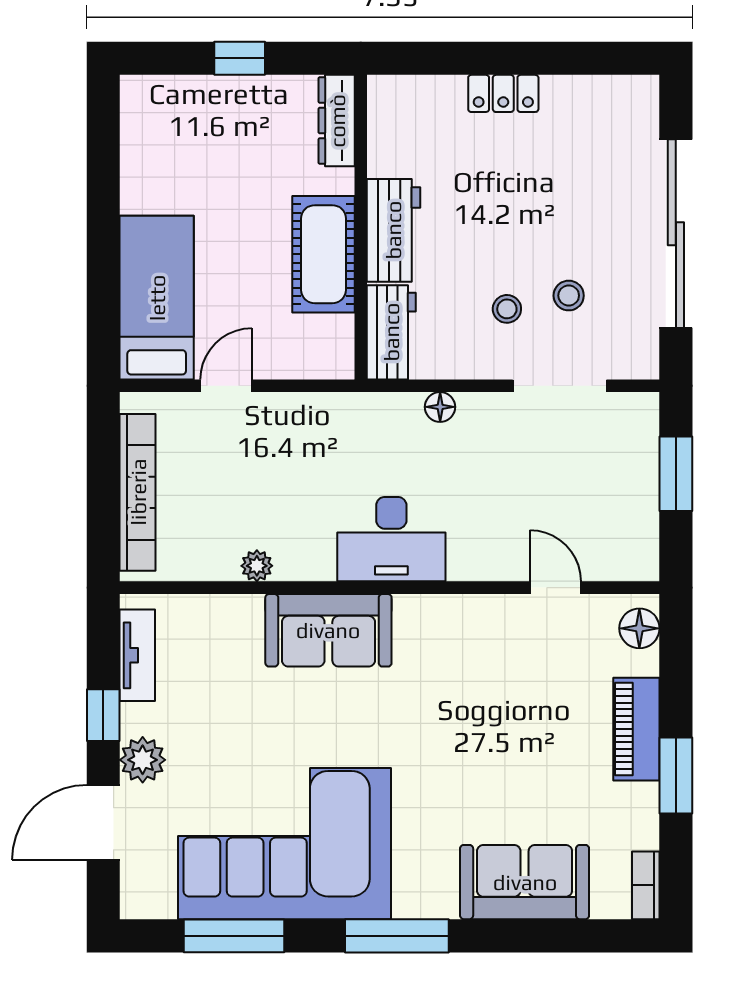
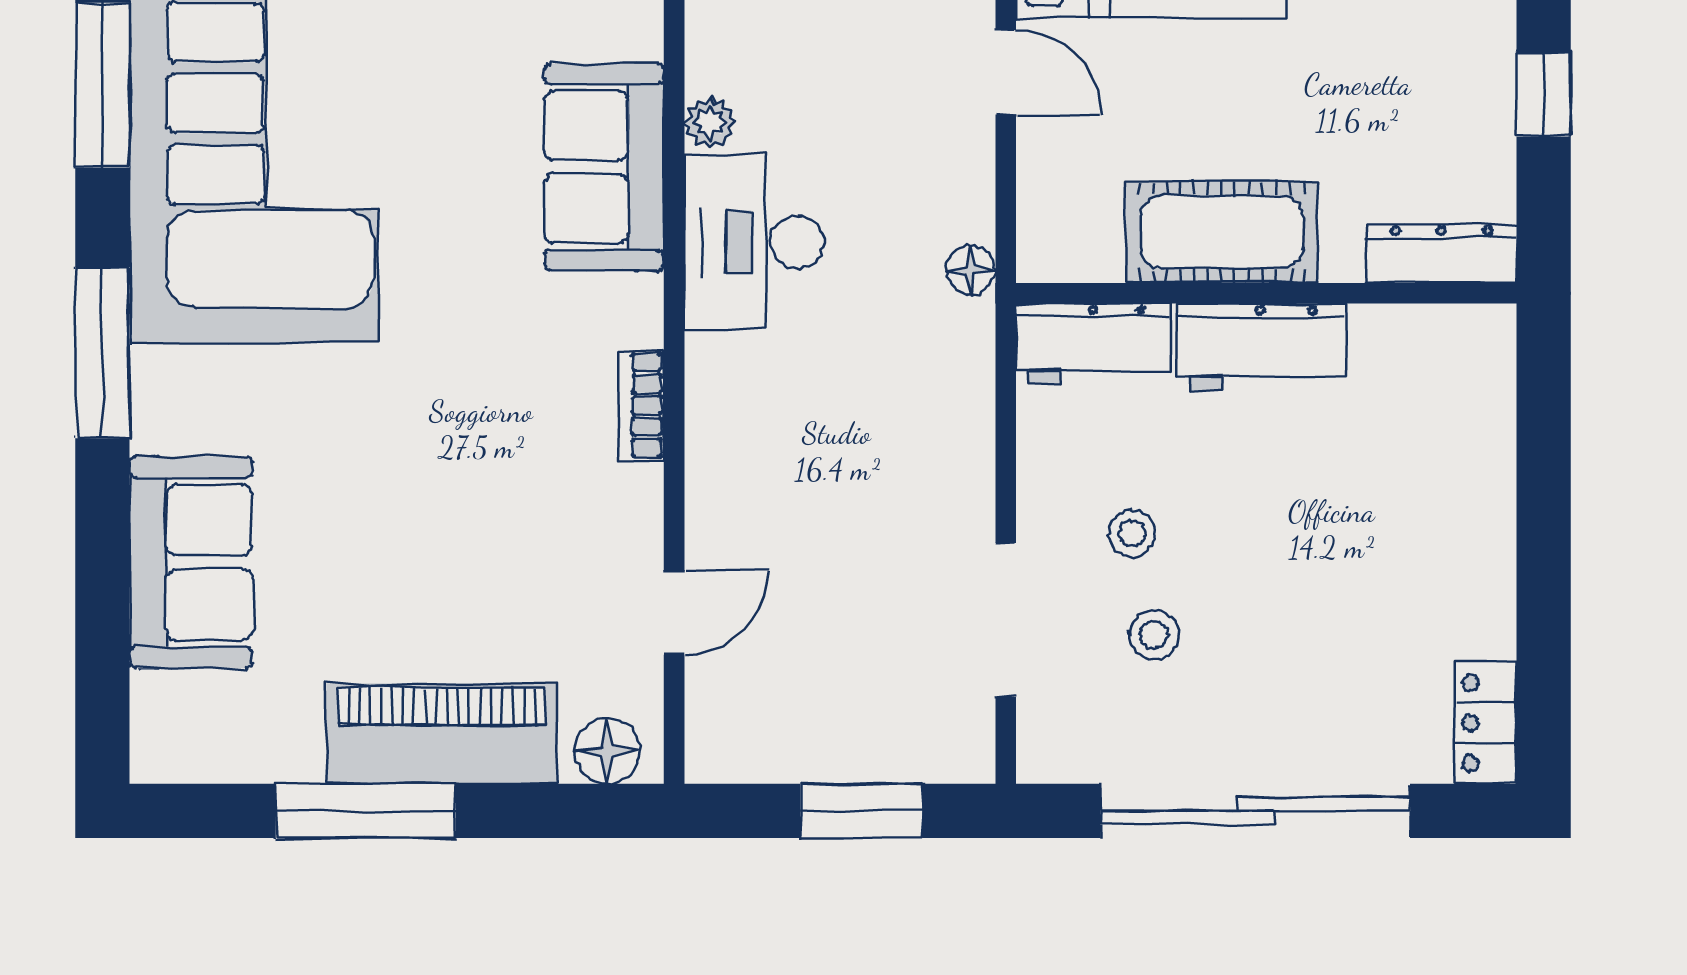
locker: (503, 93) -> (1486, 723), moved
floor lamp: (440, 407) -> (971, 270), moved
desk: (391, 539) -> (754, 242), moved
sofa: (328, 630) -> (604, 167), moved
piano: (636, 729) -> (442, 734), width x1.37, depth x1.33
window: (676, 775) -> (366, 811), width x1.44
bookcase: (646, 885) -> (642, 405), moved, turned -90

